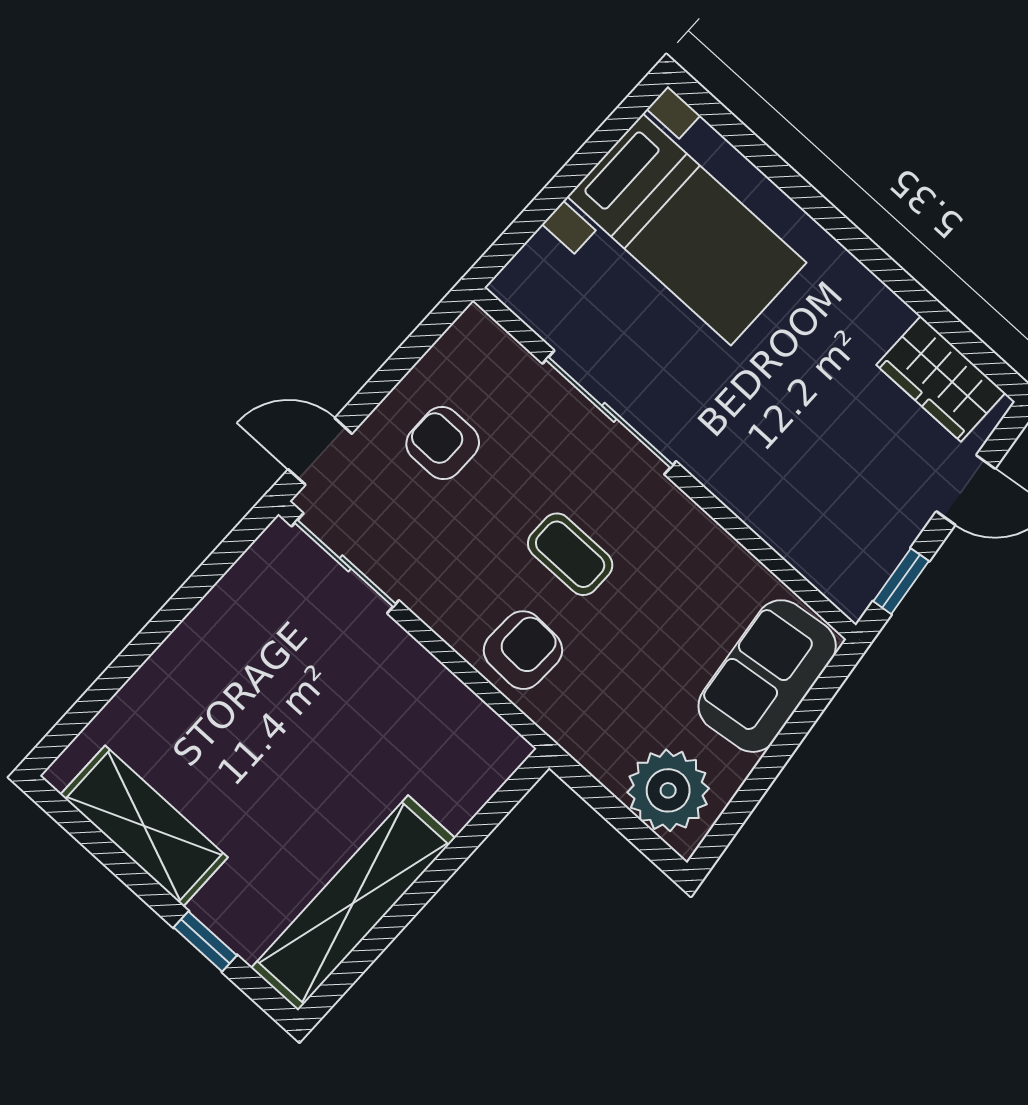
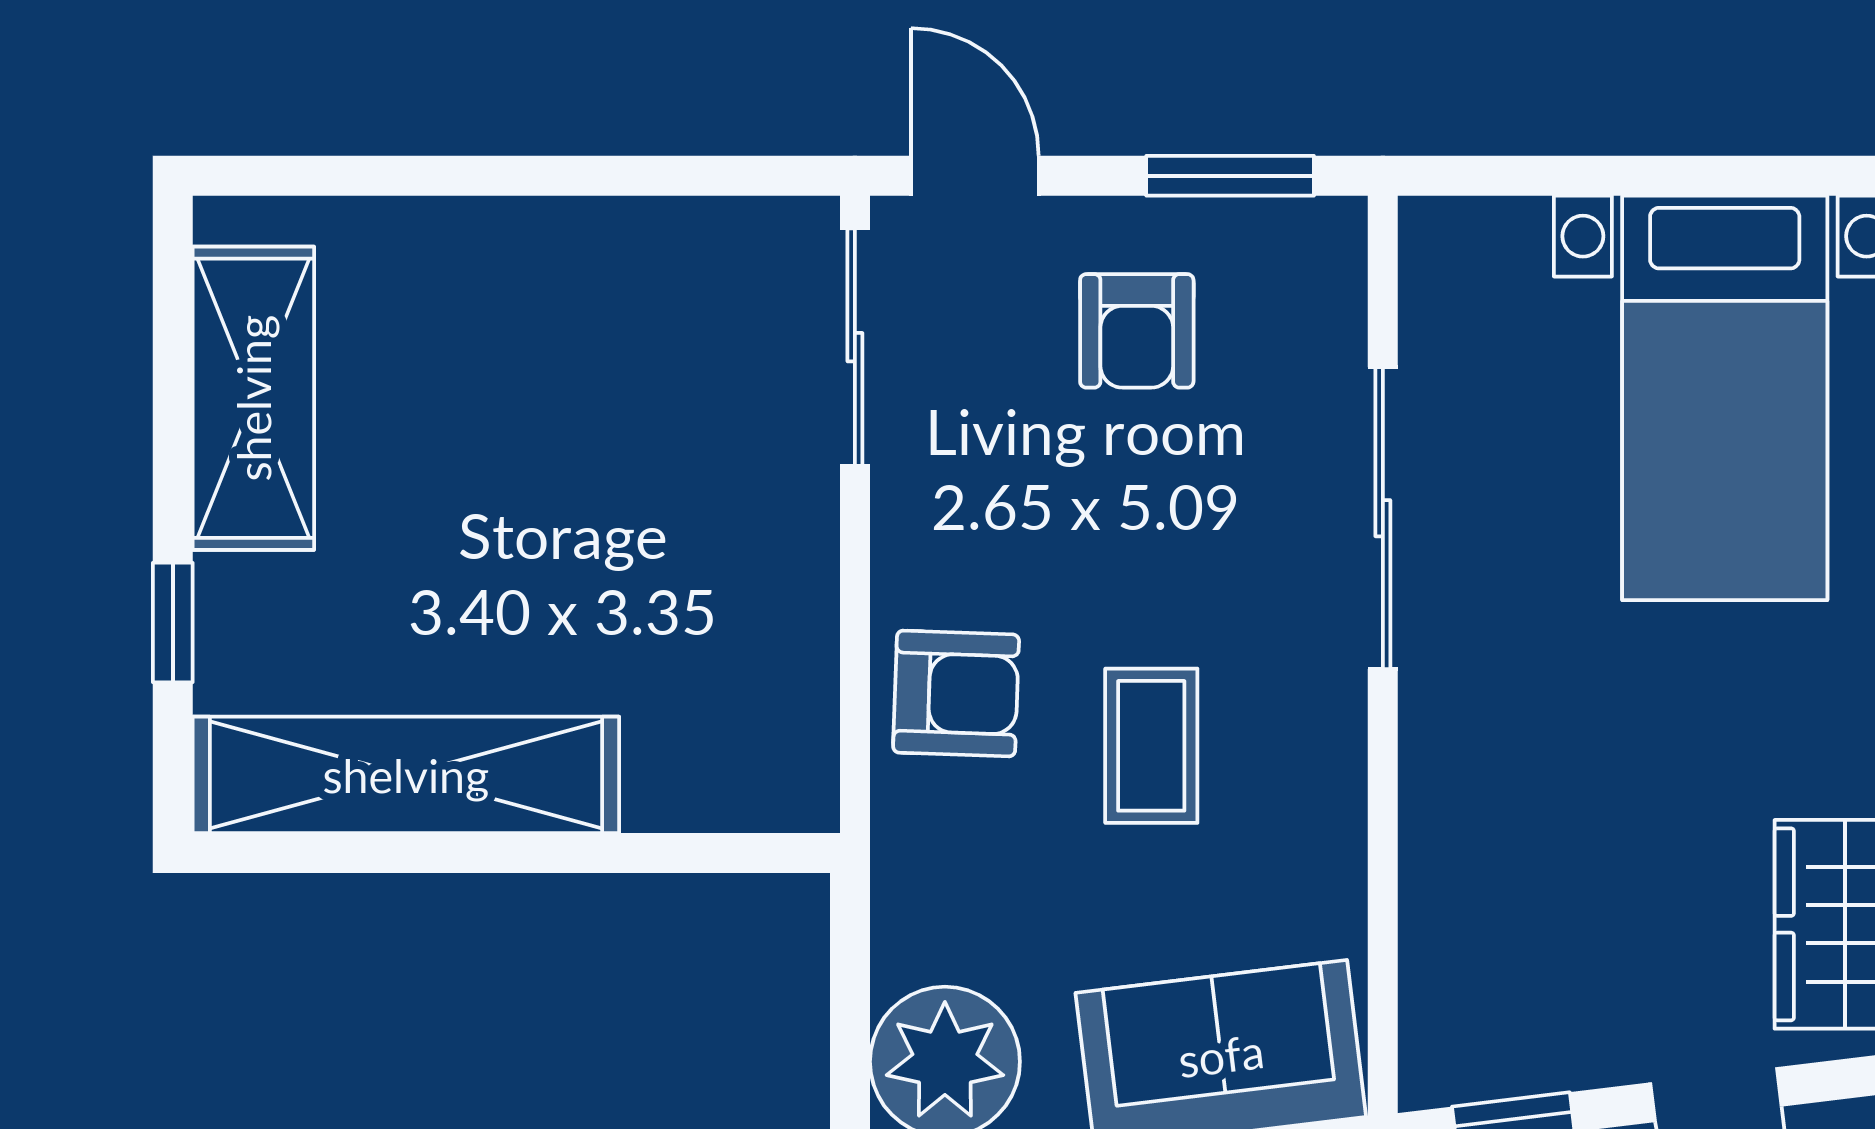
window: (414, 348) -> (1230, 176), added
armchair: (443, 443) -> (1137, 331), turned 180
coffee table: (570, 554) -> (1151, 746), moved

